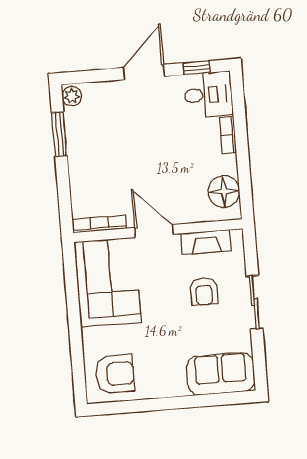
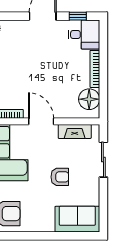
bookcase: (228, 135) -> (95, 69), width x1.56
armchair: (204, 291) -> (60, 177), moved, turned -90
sliding door: (254, 302) -> (103, 160), moved

